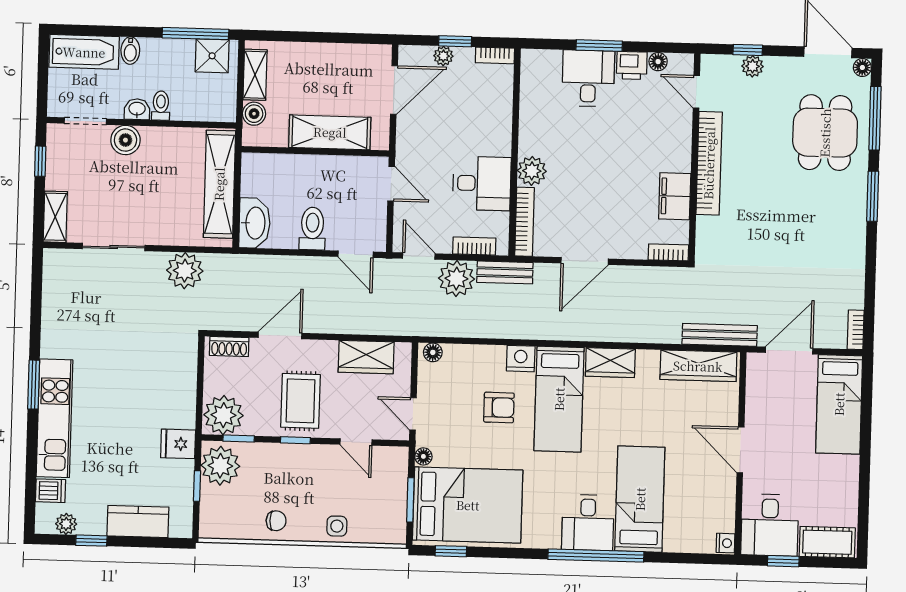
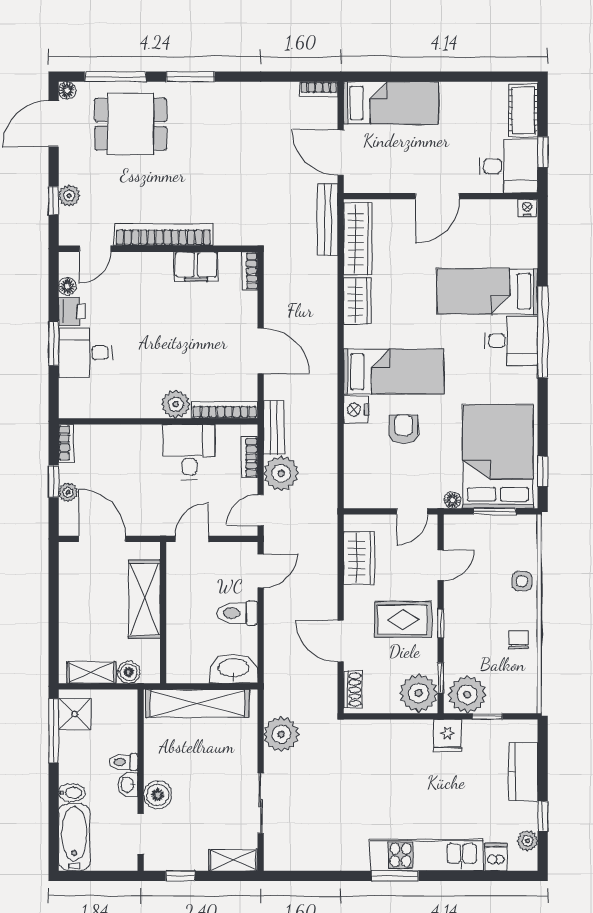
floor lamp: (433, 352) -> (353, 494), removed
wardrobe: (610, 363) -> (357, 301), moved

